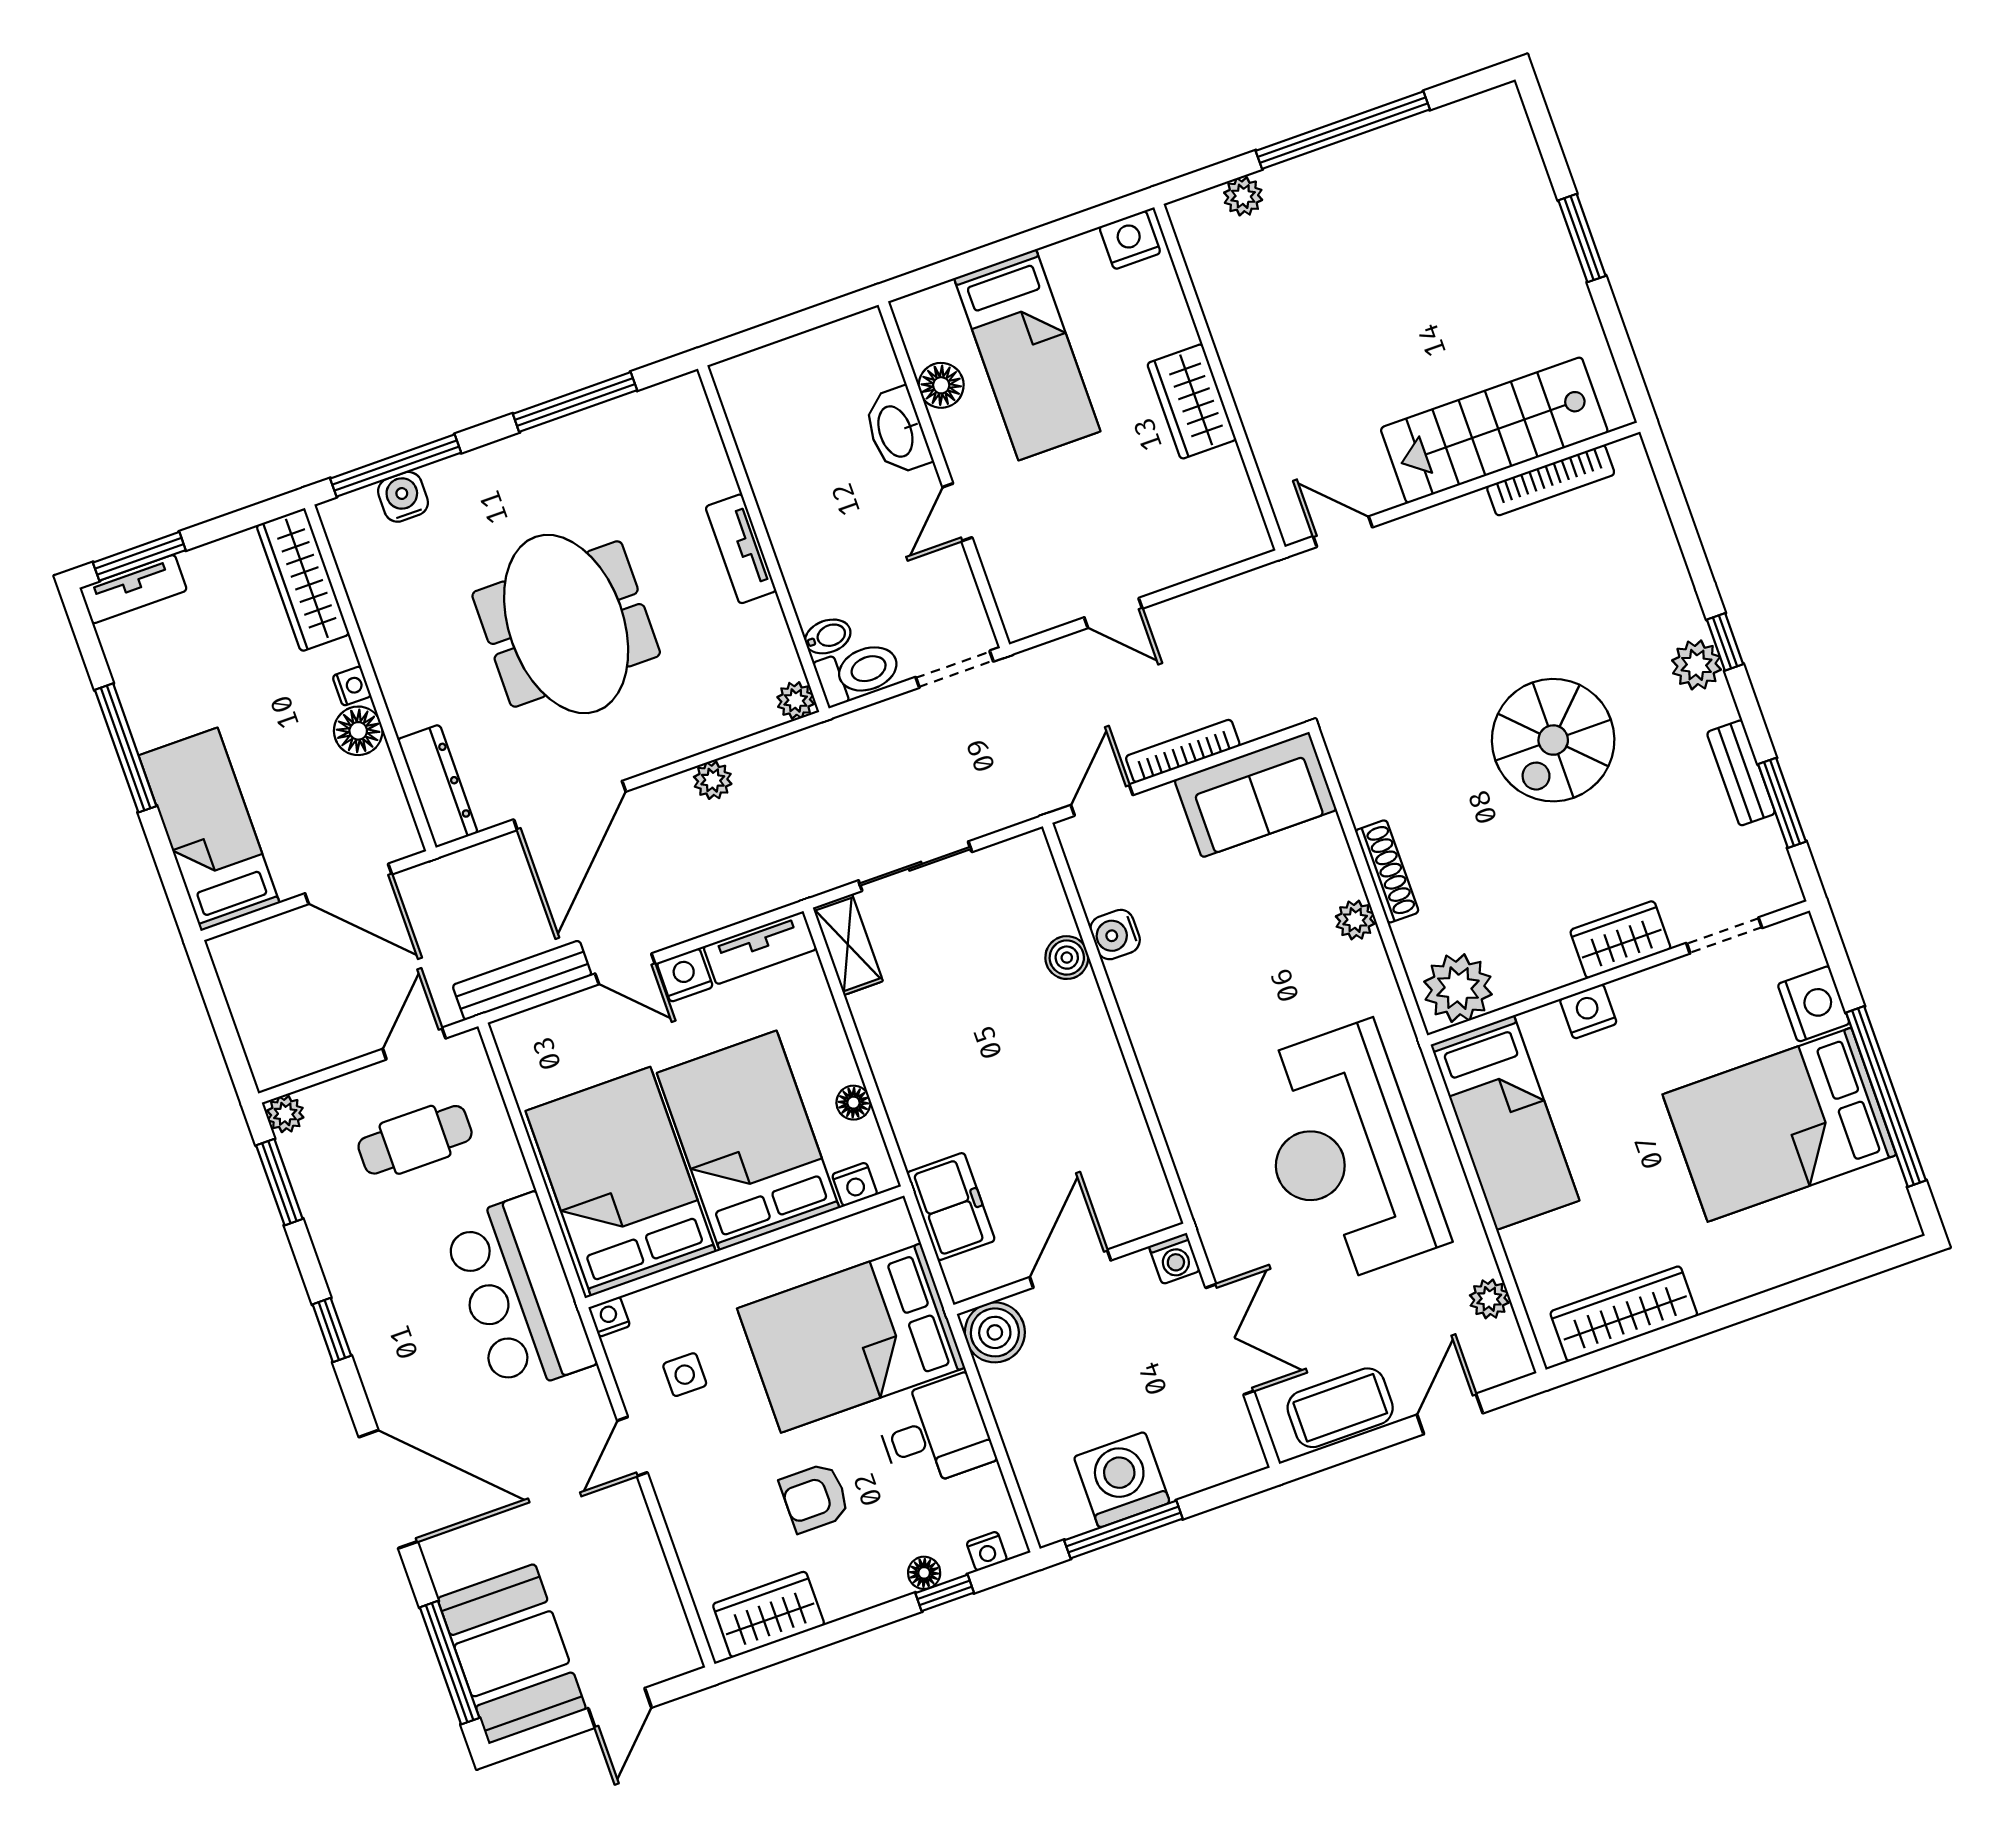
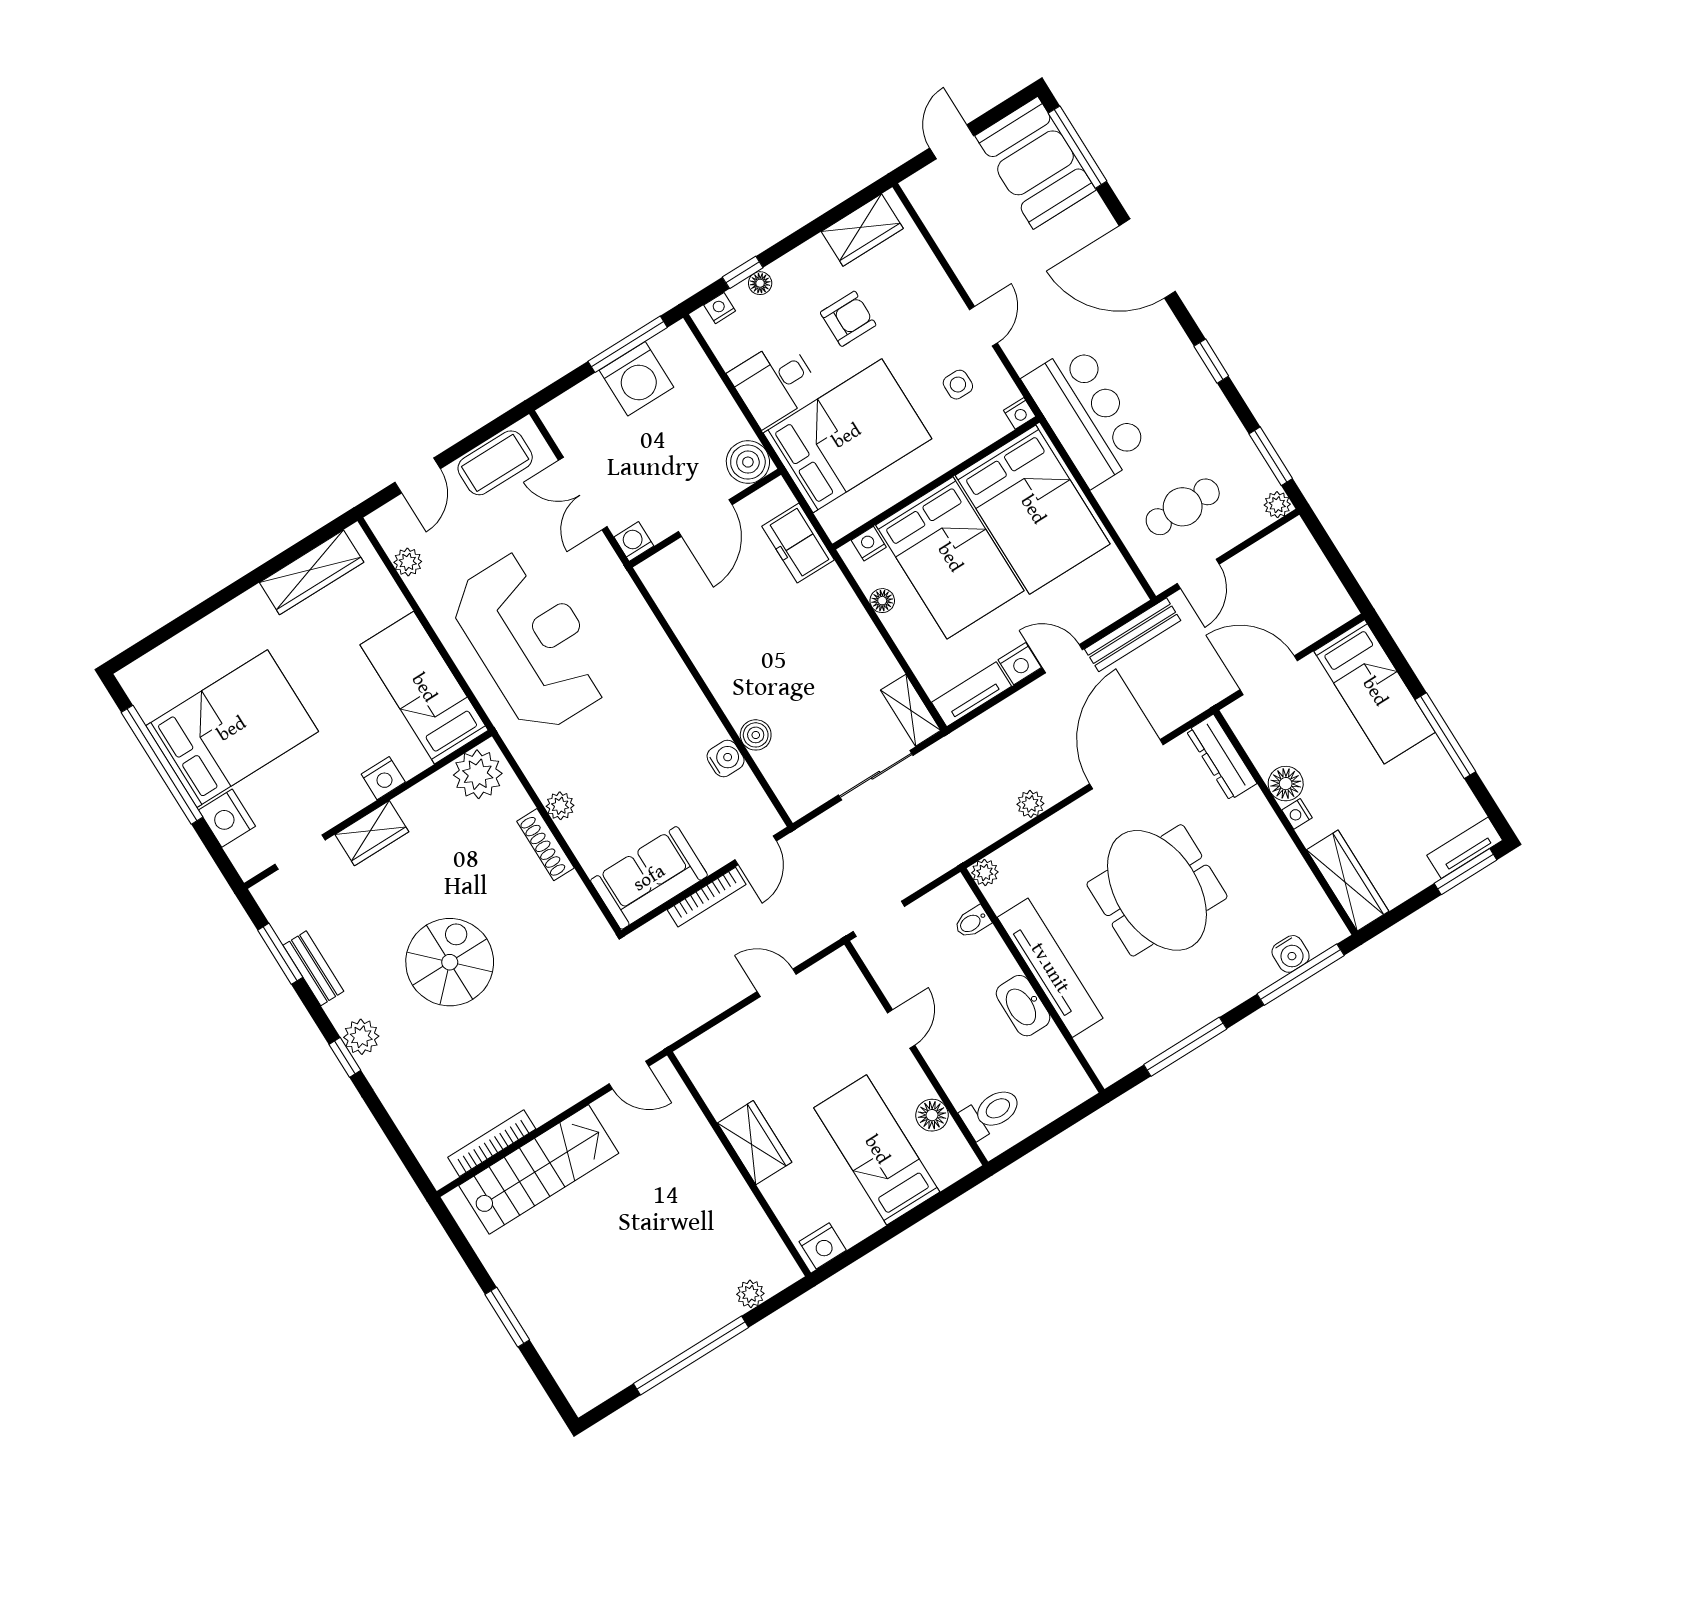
washbasin: (897, 431) -> (1023, 1006), moved, turned 180
tv unit: (741, 549) -> (1050, 968), width x1.92, depth x1.29
toilet: (858, 672) -> (991, 1113), moved, turned 180

